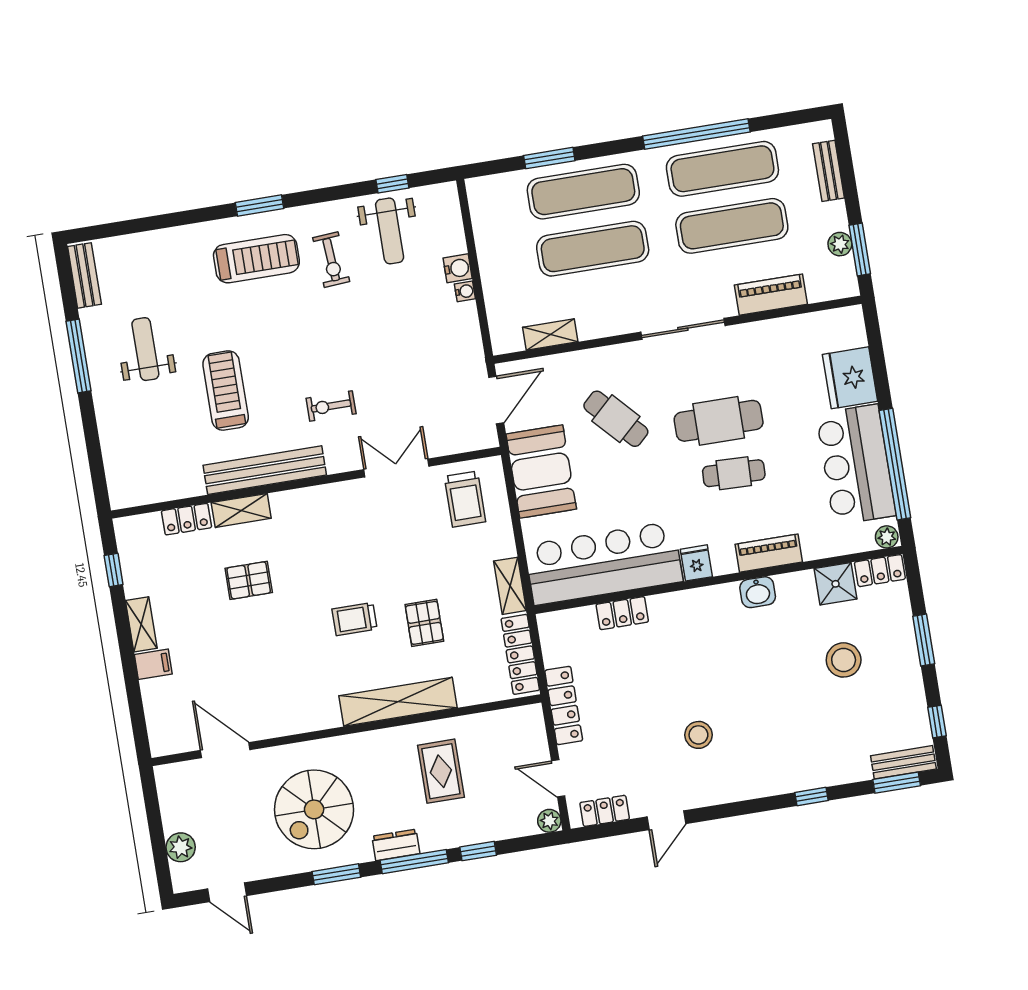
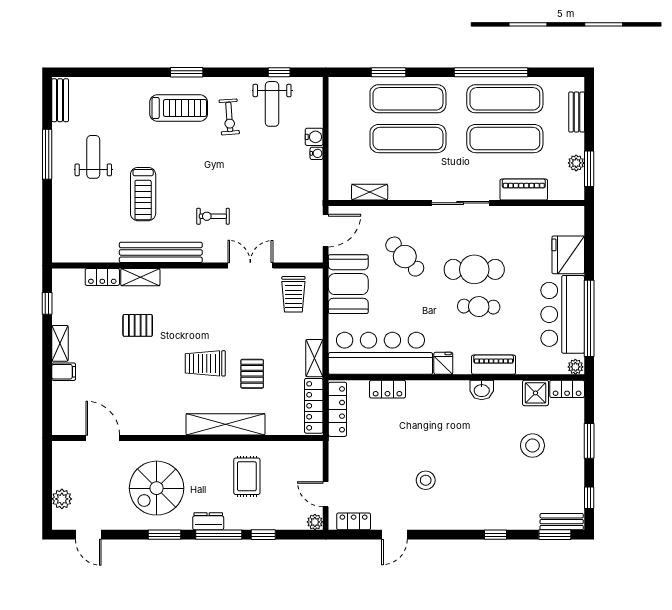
treadmill: (226, 391) -> (143, 194), turned 180
trolley: (355, 619) -> (205, 363), width x1.36, depth x1.39
locker: (564, 705) -> (337, 409), moved

